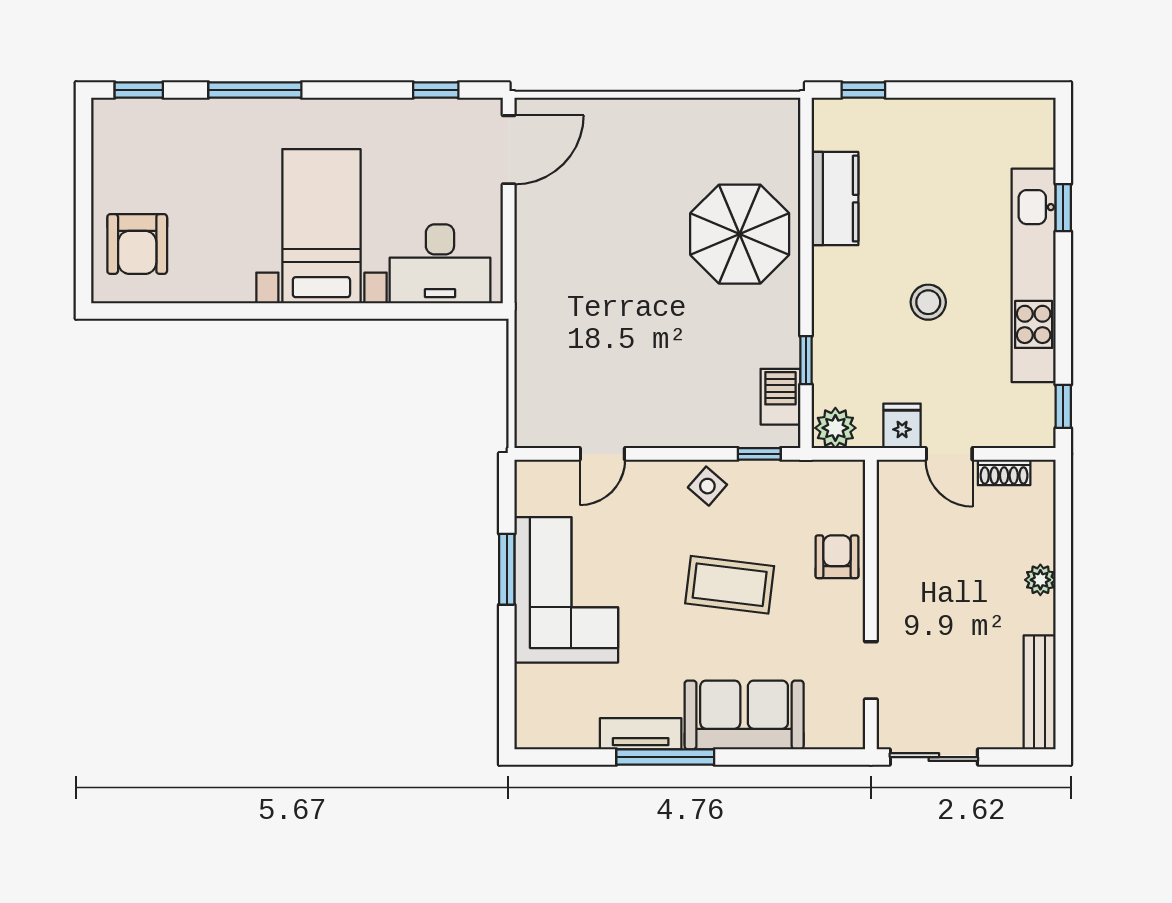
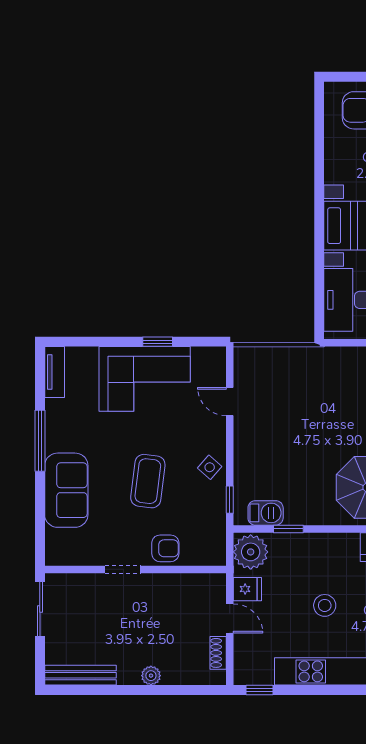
plant: (835, 428) -> (251, 552), width x1.36, depth x1.36
door: (949, 454) -> (230, 618), swing flipped
window: (507, 569) -> (158, 342), width x0.67
doorway: (871, 670) -> (123, 569), moved
tv unit: (641, 734) -> (55, 372), moved

